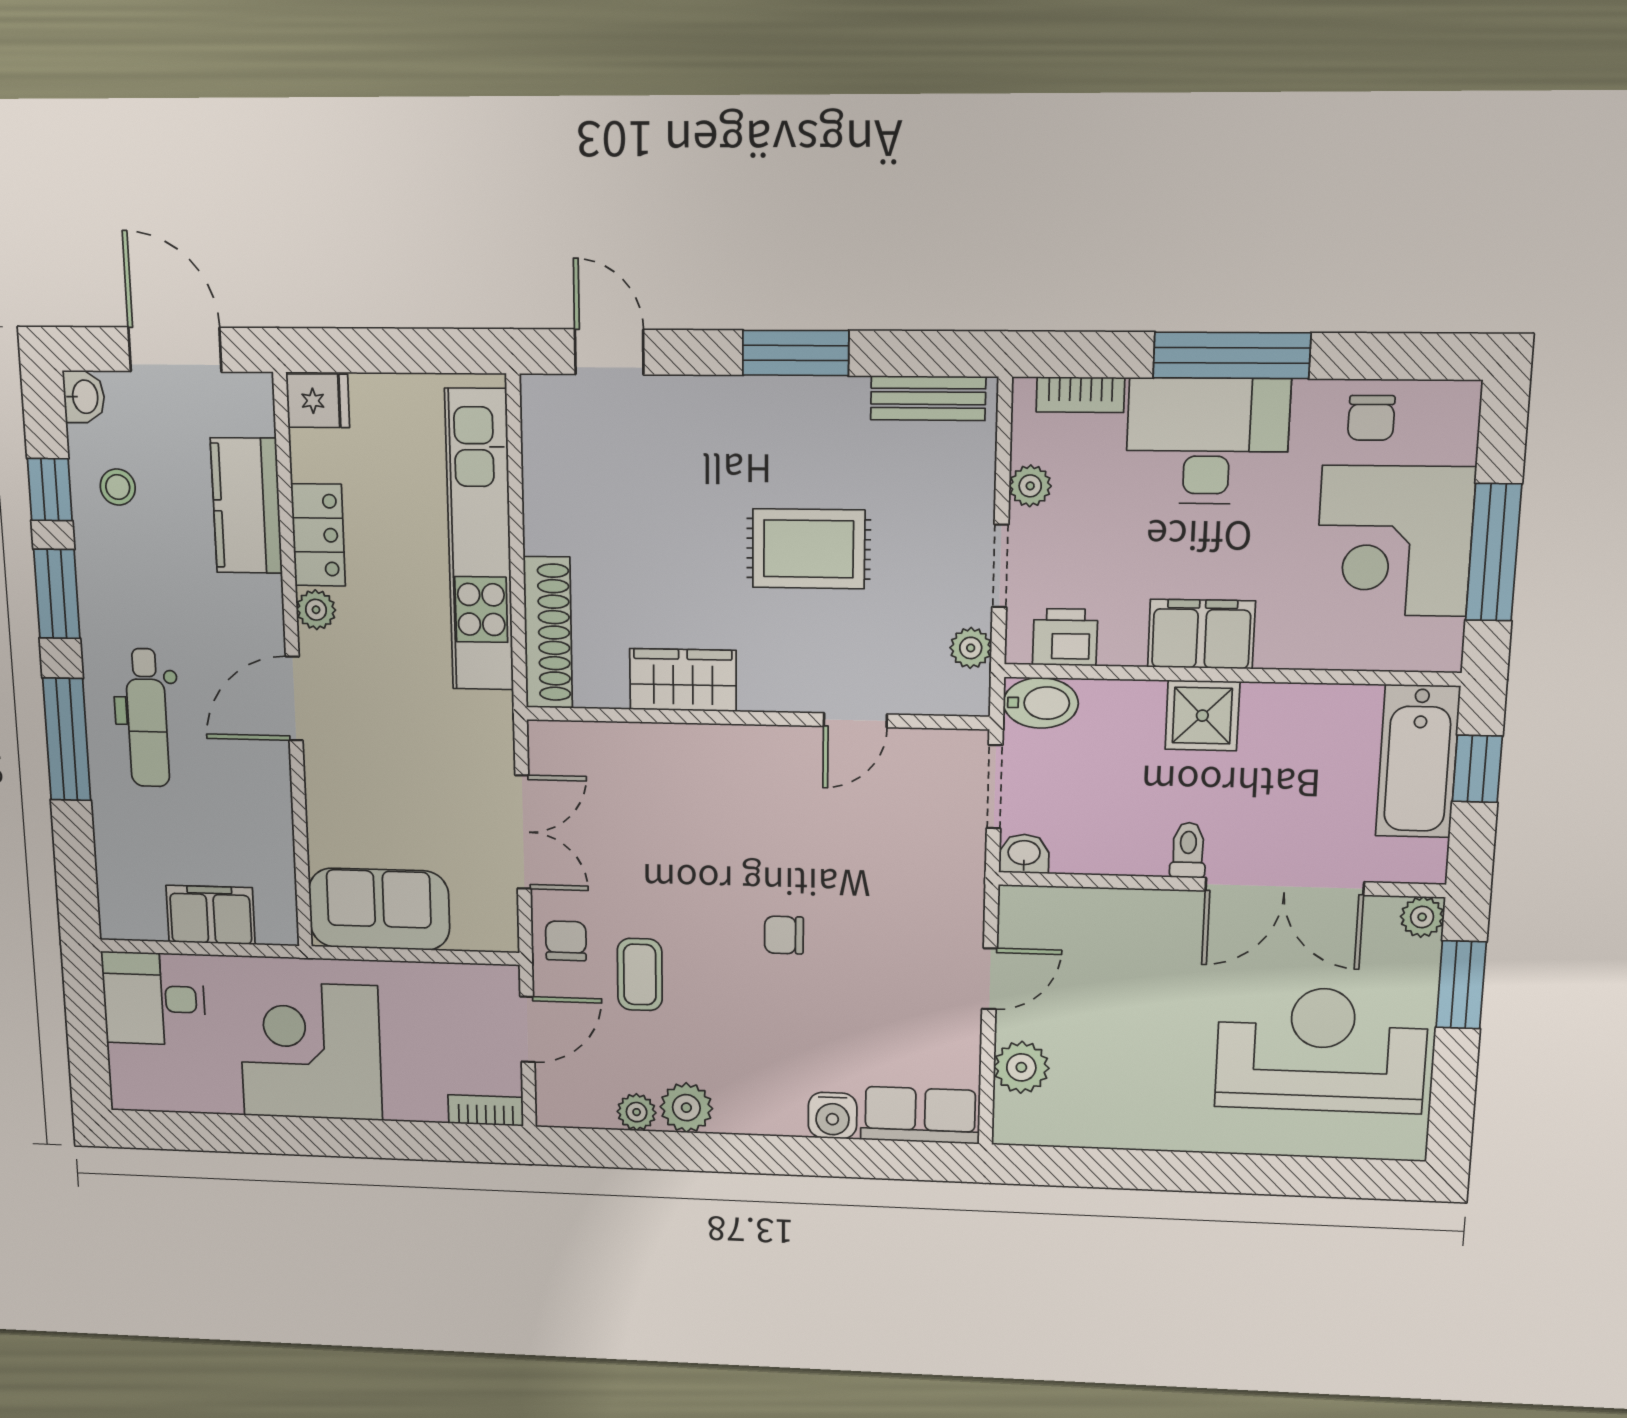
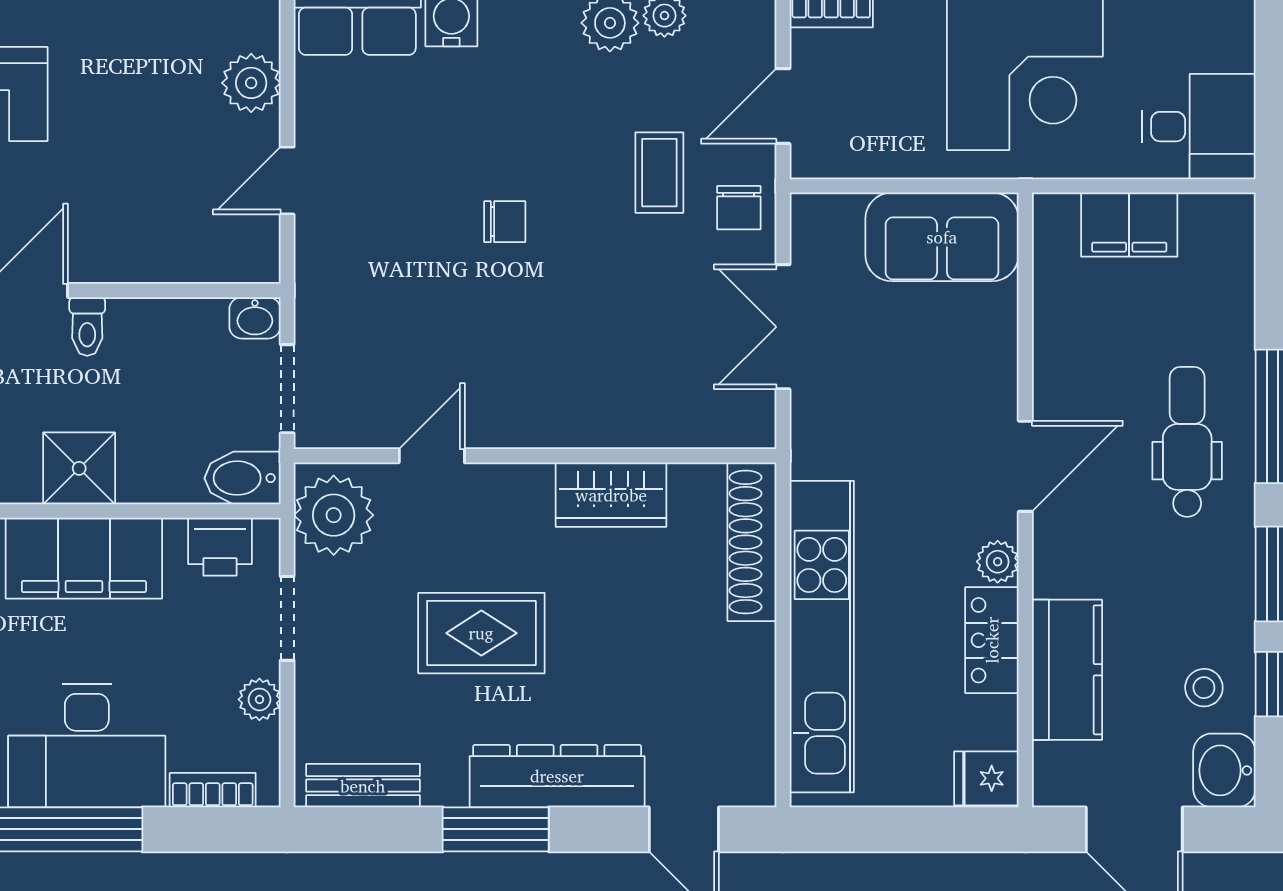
washbasin: (84, 397) -> (1224, 770), width x1.38, depth x1.45
dresser: (735, 406) -> (557, 776), added
filing cabinet: (1201, 634) -> (84, 558), width x1.50, depth x1.17
plant: (971, 648) -> (334, 515), width x1.87, depth x1.87

